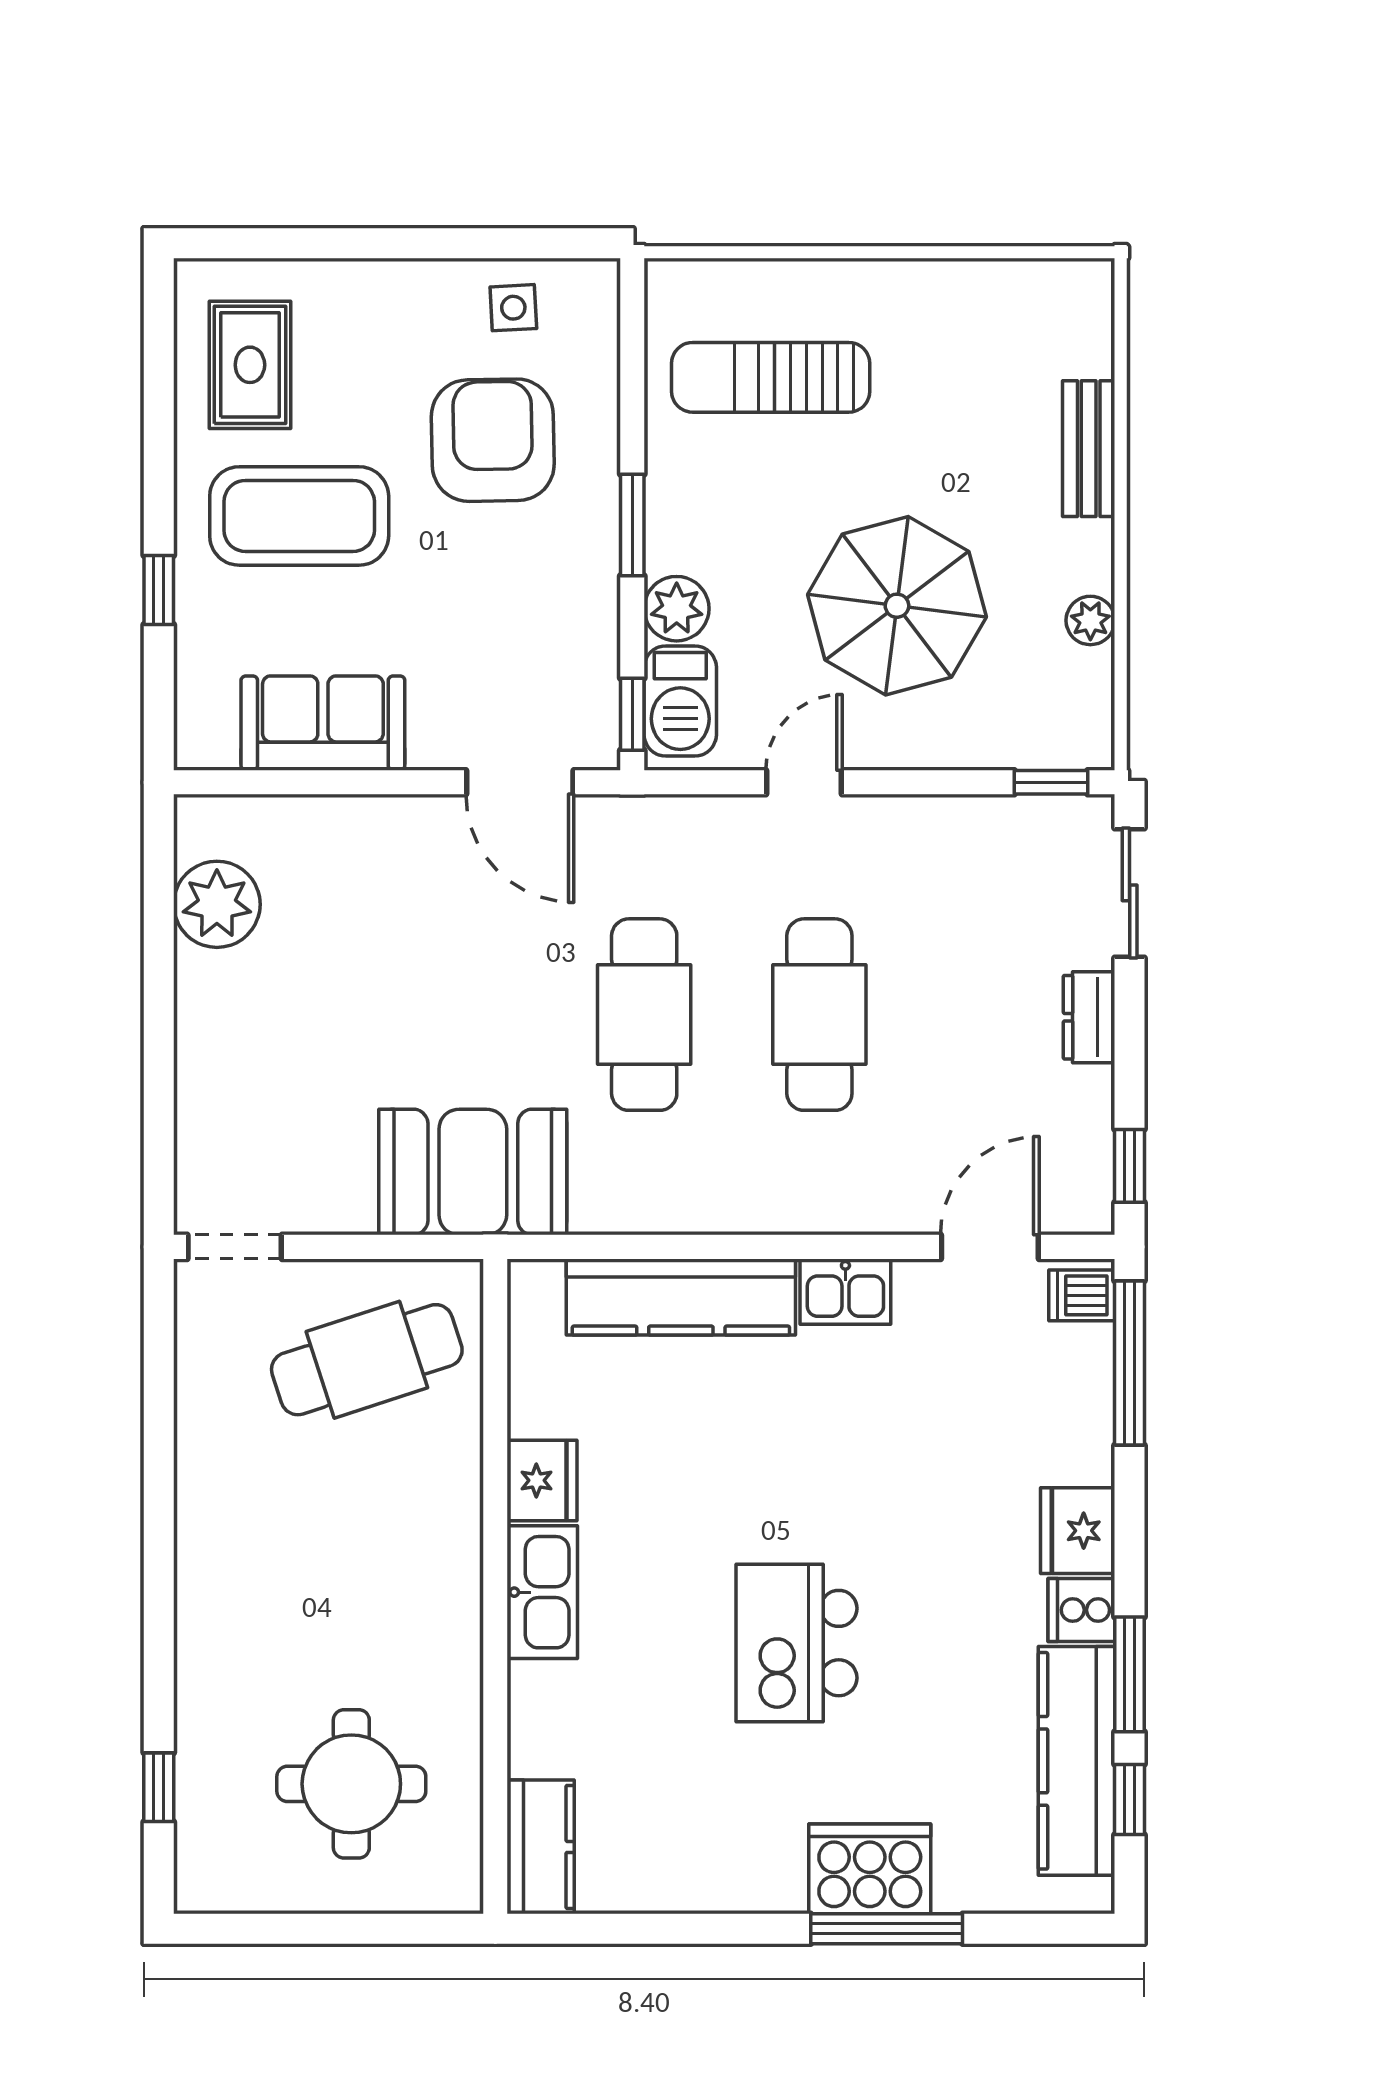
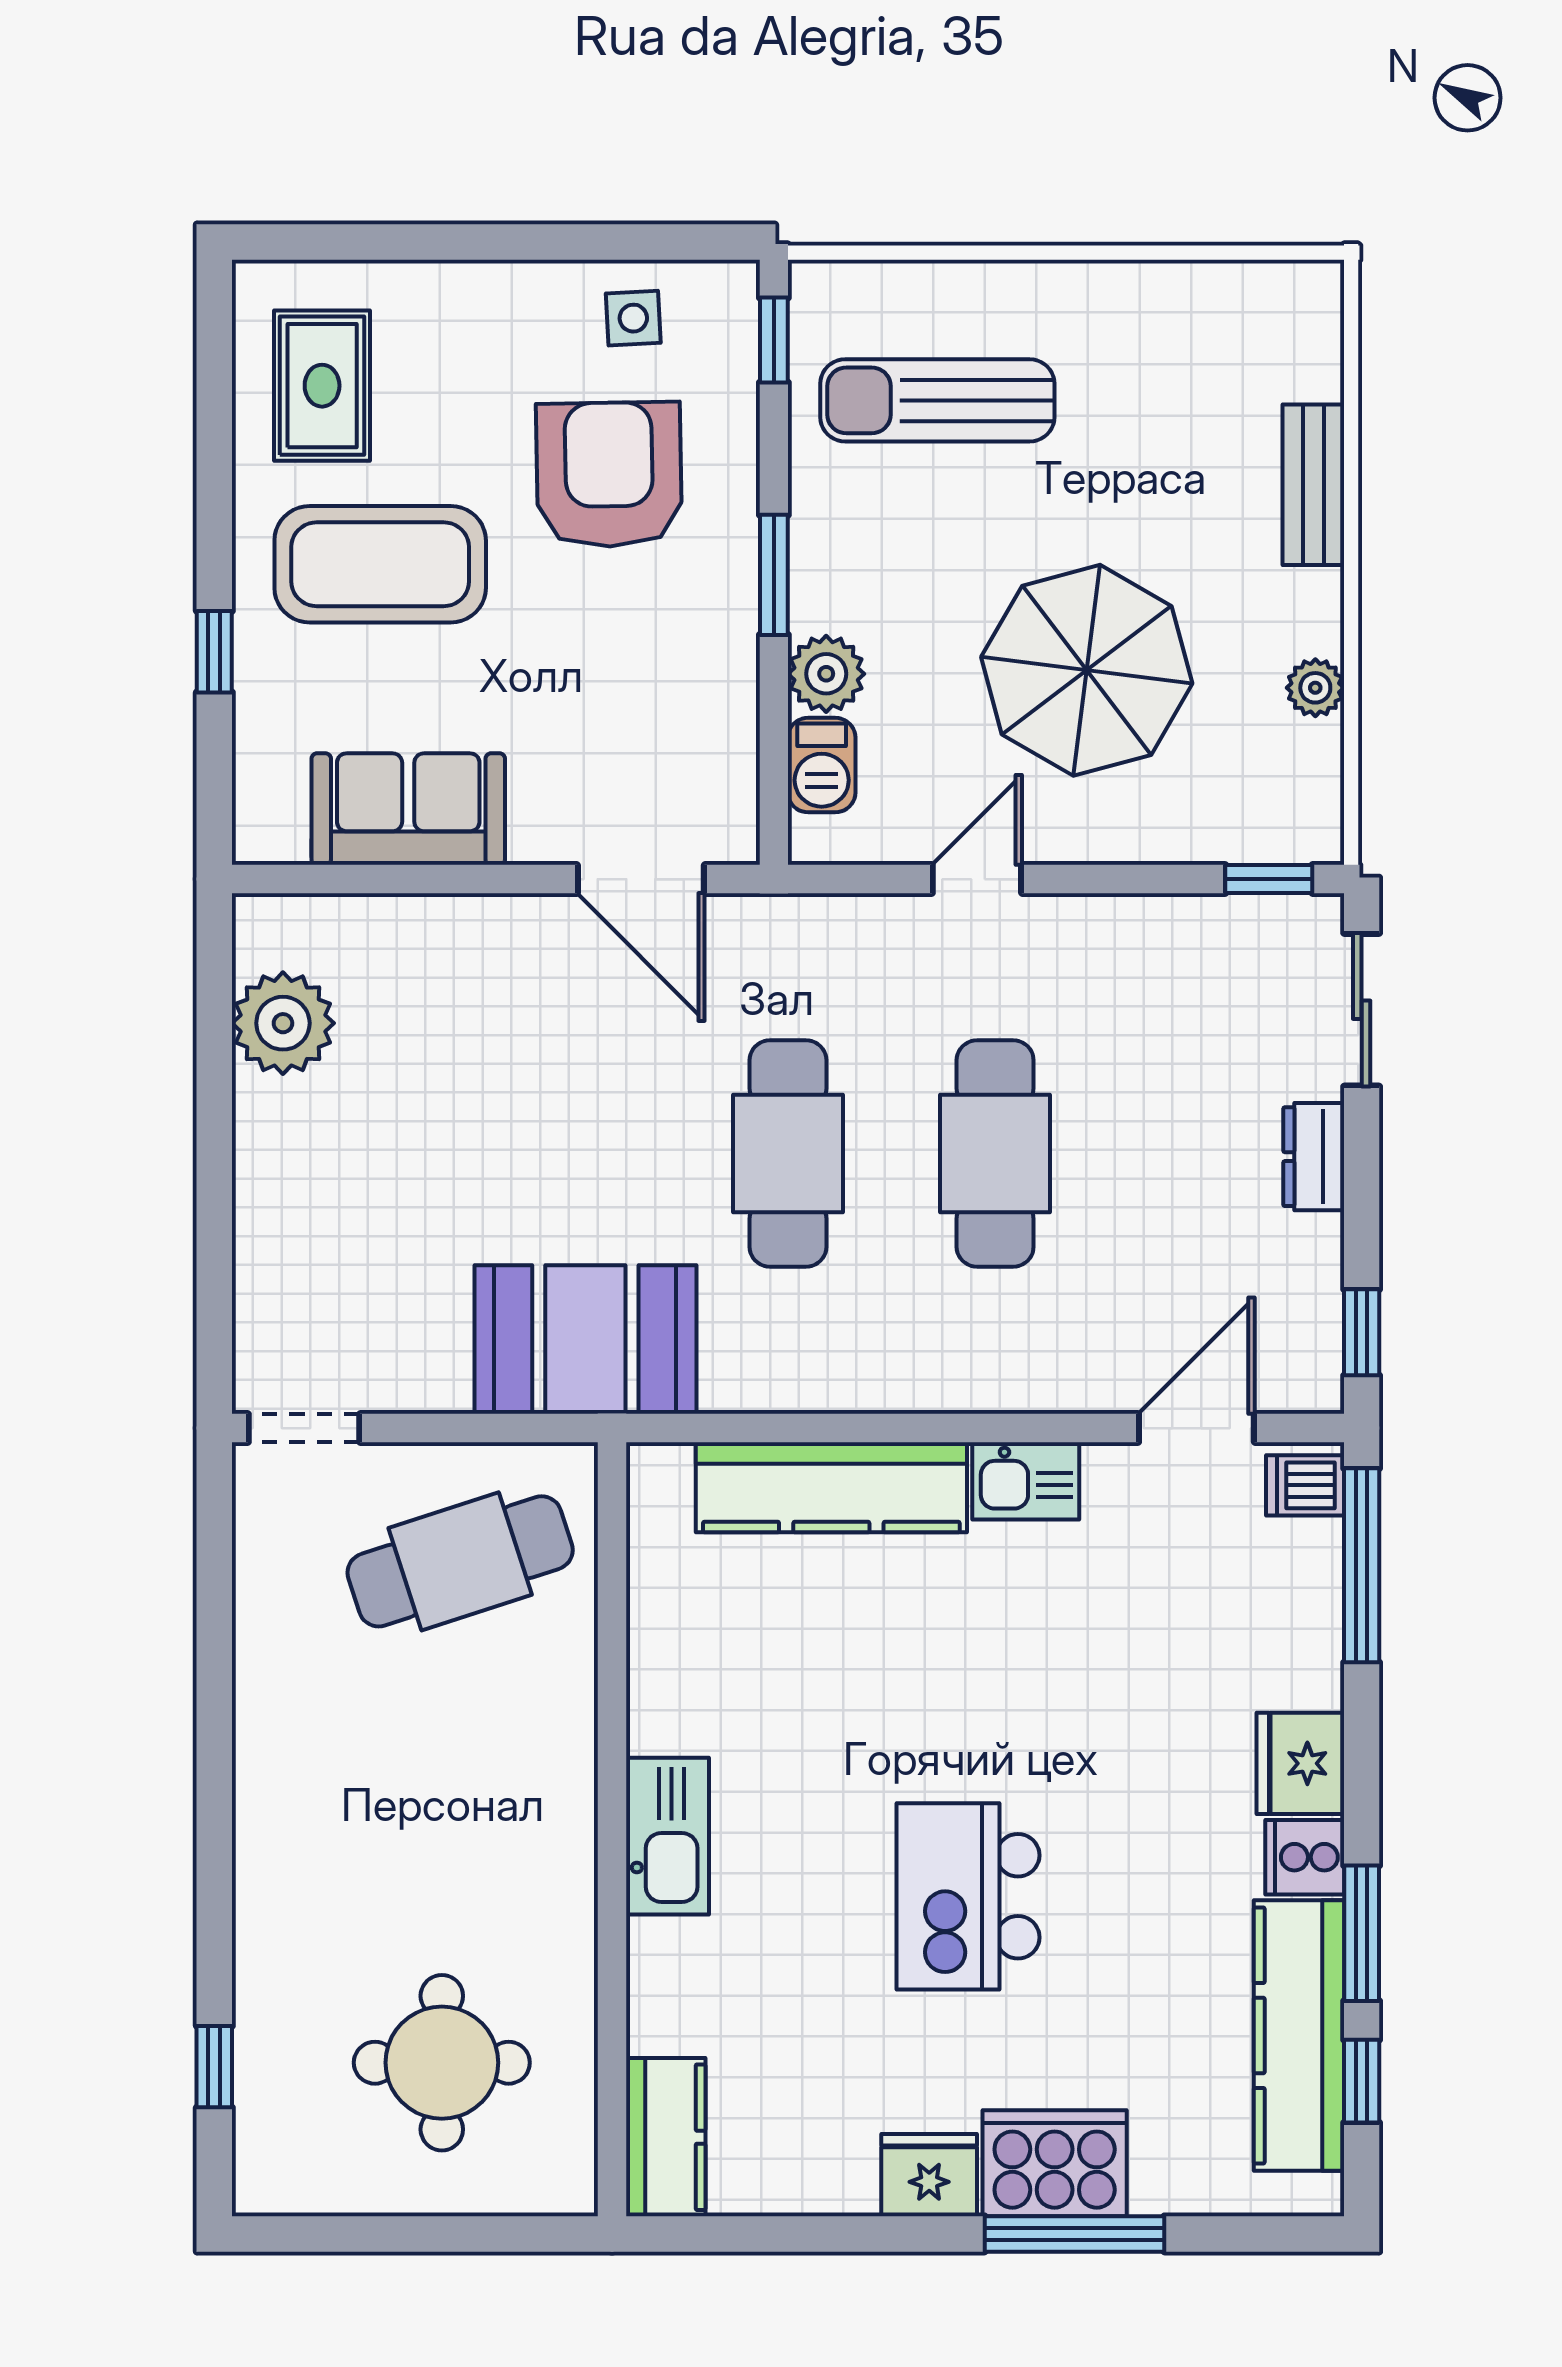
barbecue: (680, 701) -> (822, 765), width x0.73, depth x0.79
window: (632, 714) -> (774, 340), moved
fridge: (542, 1480) -> (929, 2175), moved, turned -90

